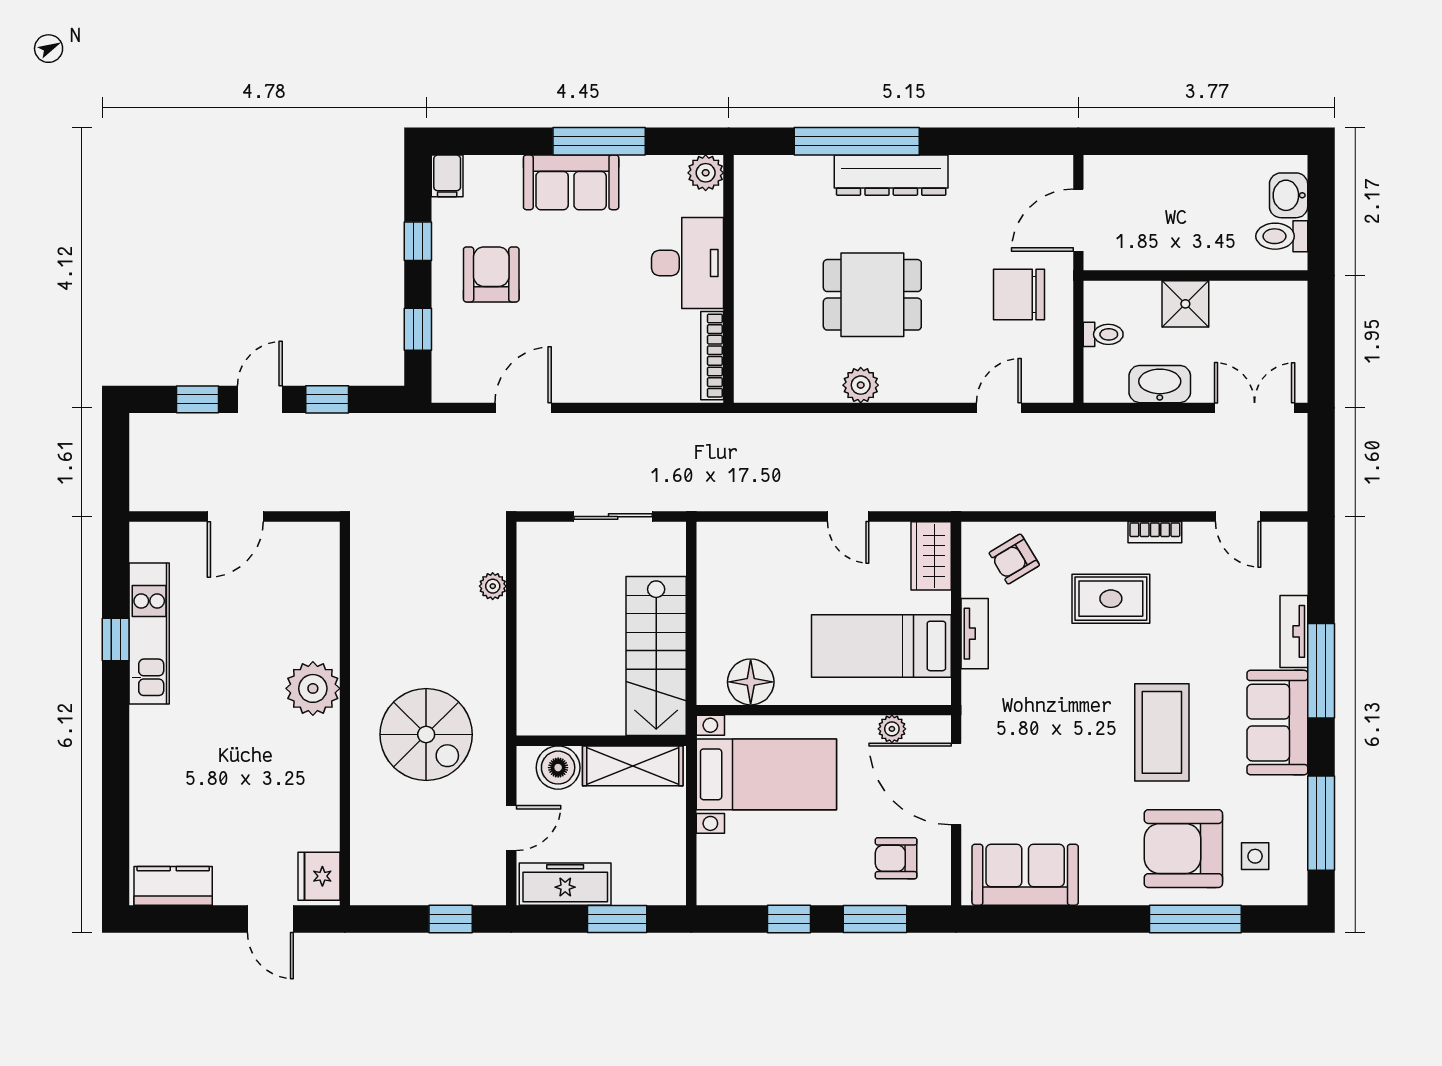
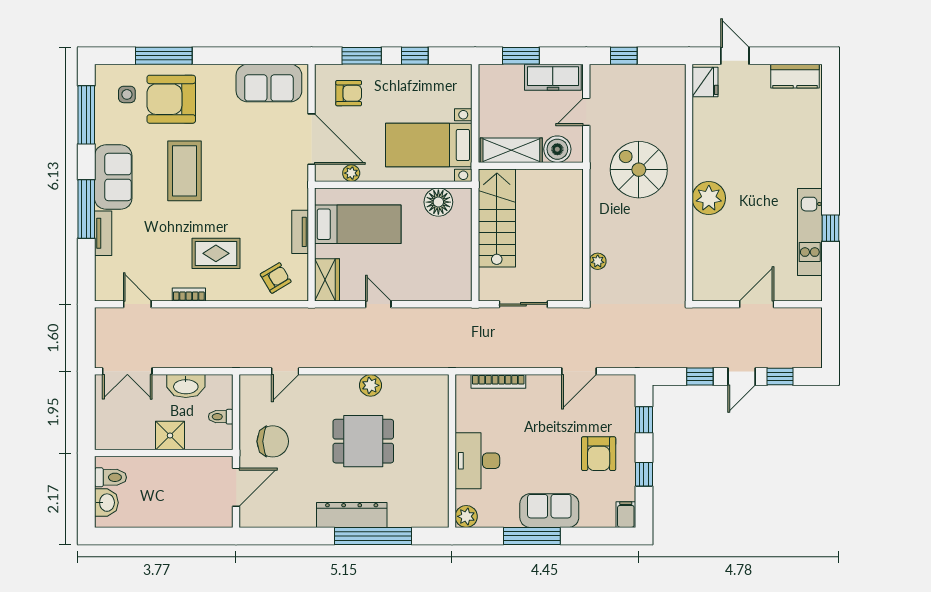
bookcase: (712, 356) -> (498, 381), moved, turned 90
armchair: (1183, 849) -> (171, 99), turned 180

